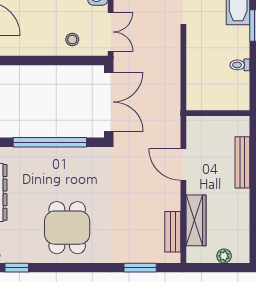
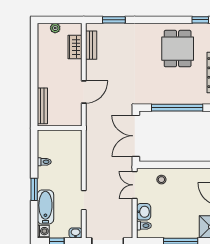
bench: (242, 162) -> (42, 106), moved
door: (183, 165) -> (84, 92), hinge flipped
wardrobe: (196, 220) -> (75, 47), width x0.67
dining table: (67, 228) -> (178, 49), moved

